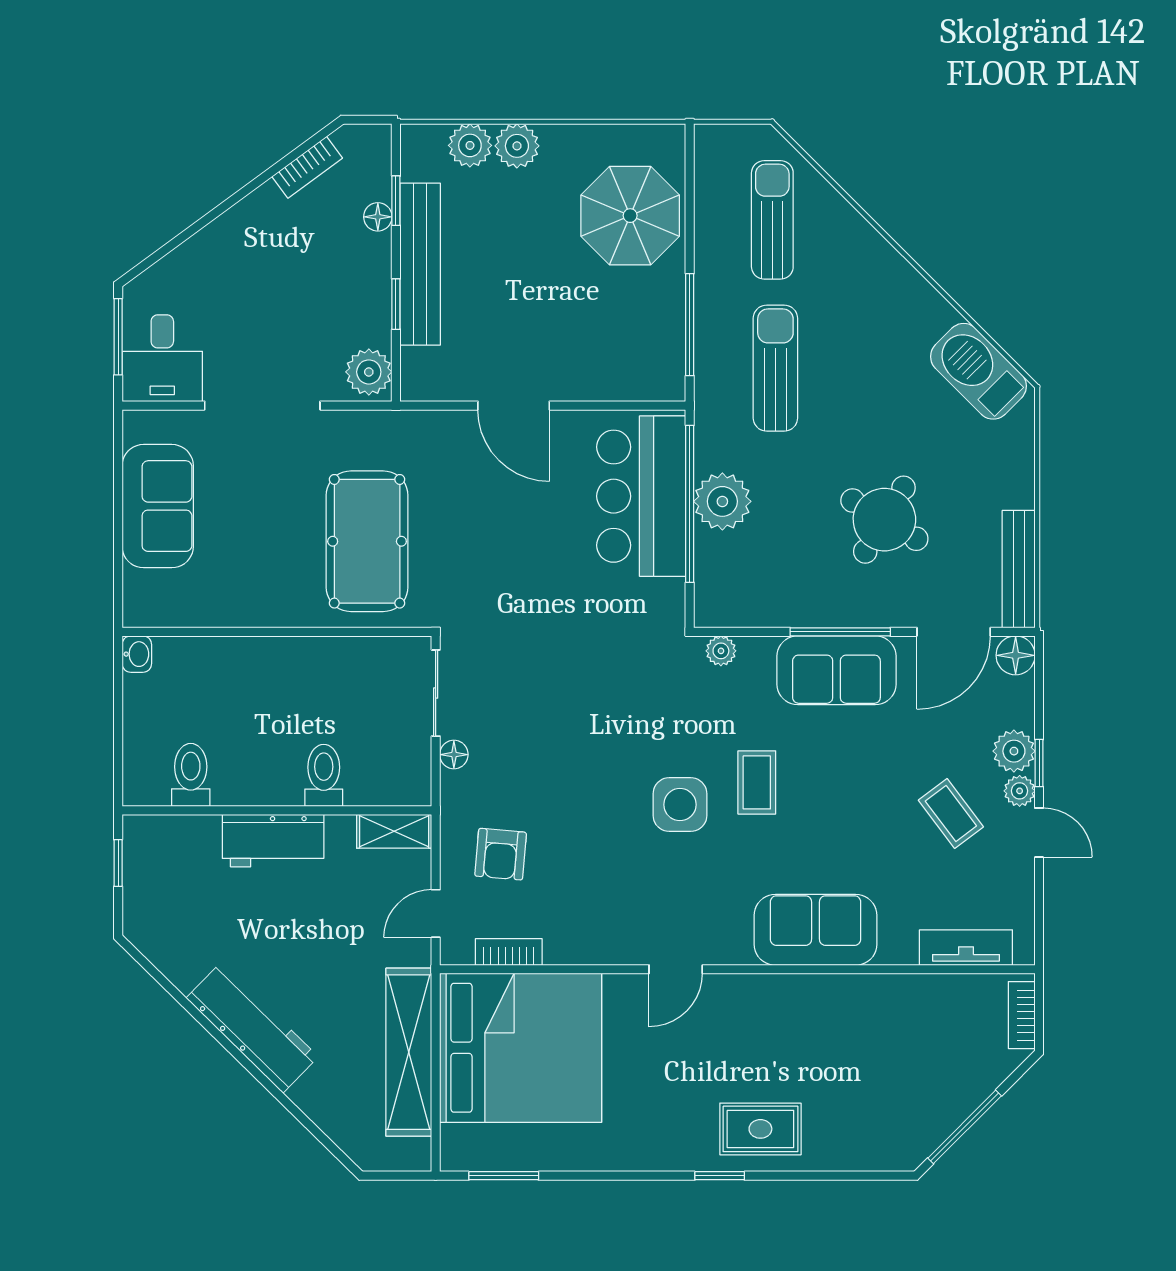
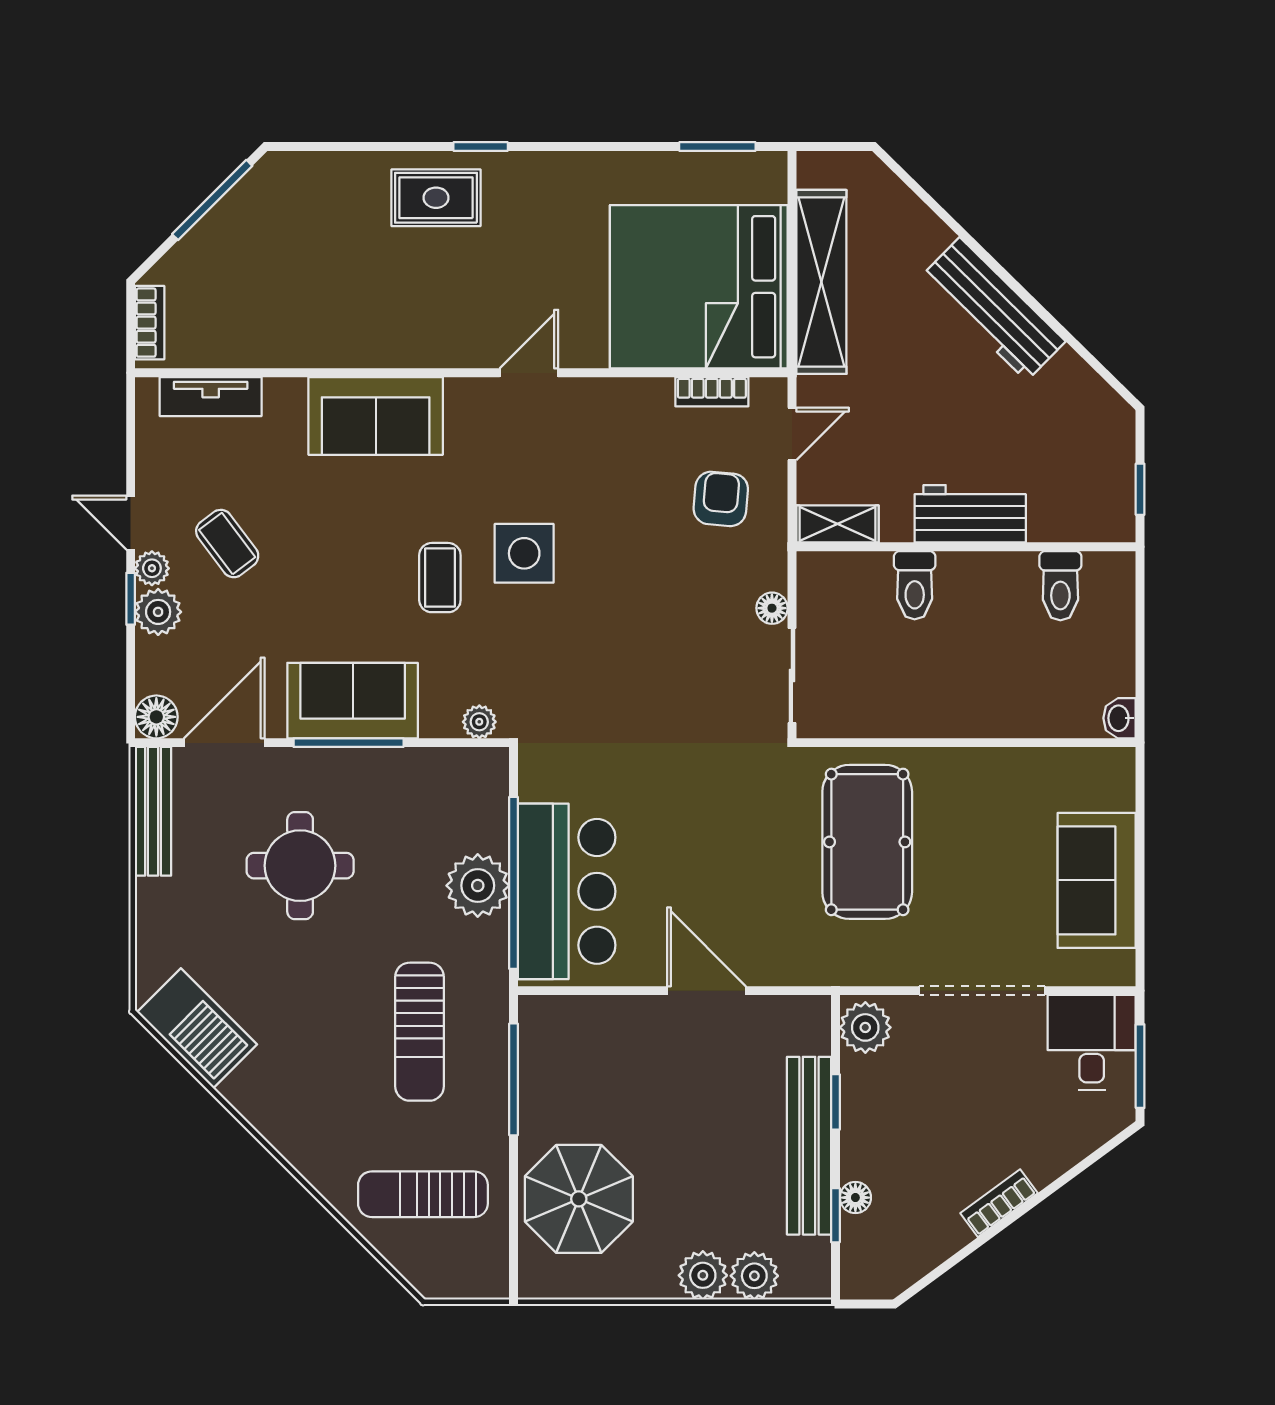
bookcase: (307, 167) -> (999, 1203), moved
sun lounger: (772, 220) -> (423, 1194), turned 90
round table: (884, 520) -> (300, 866), turned -31

